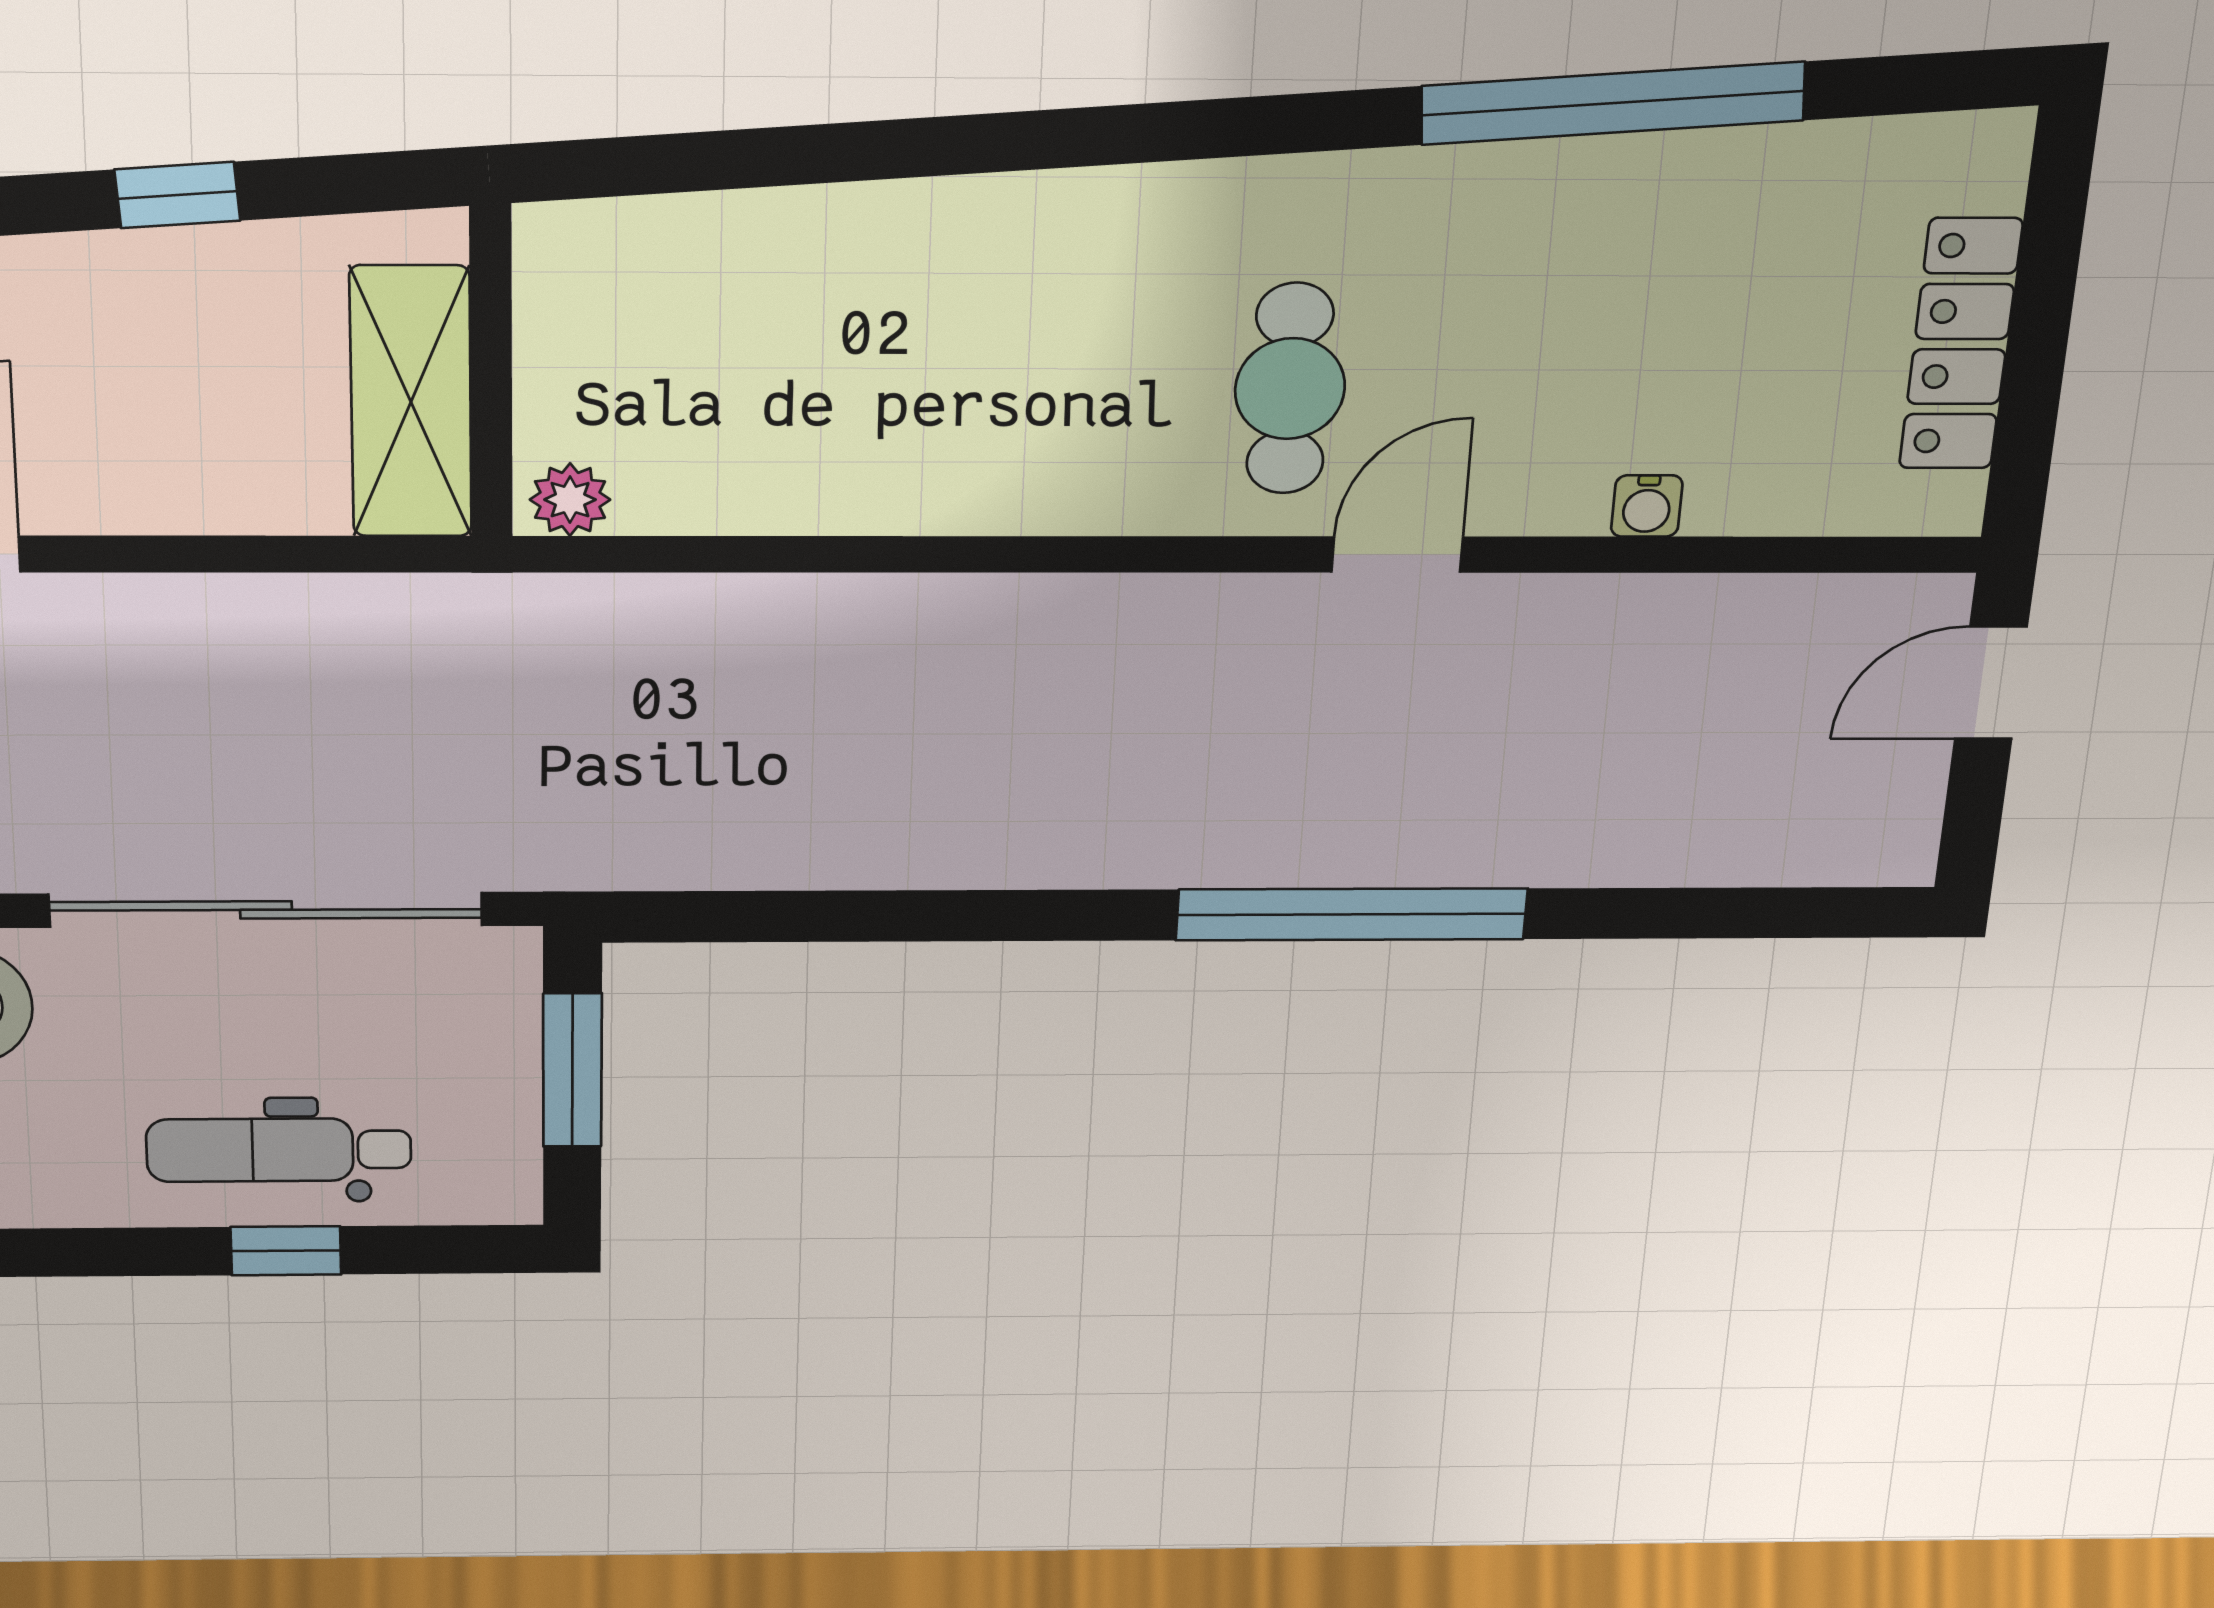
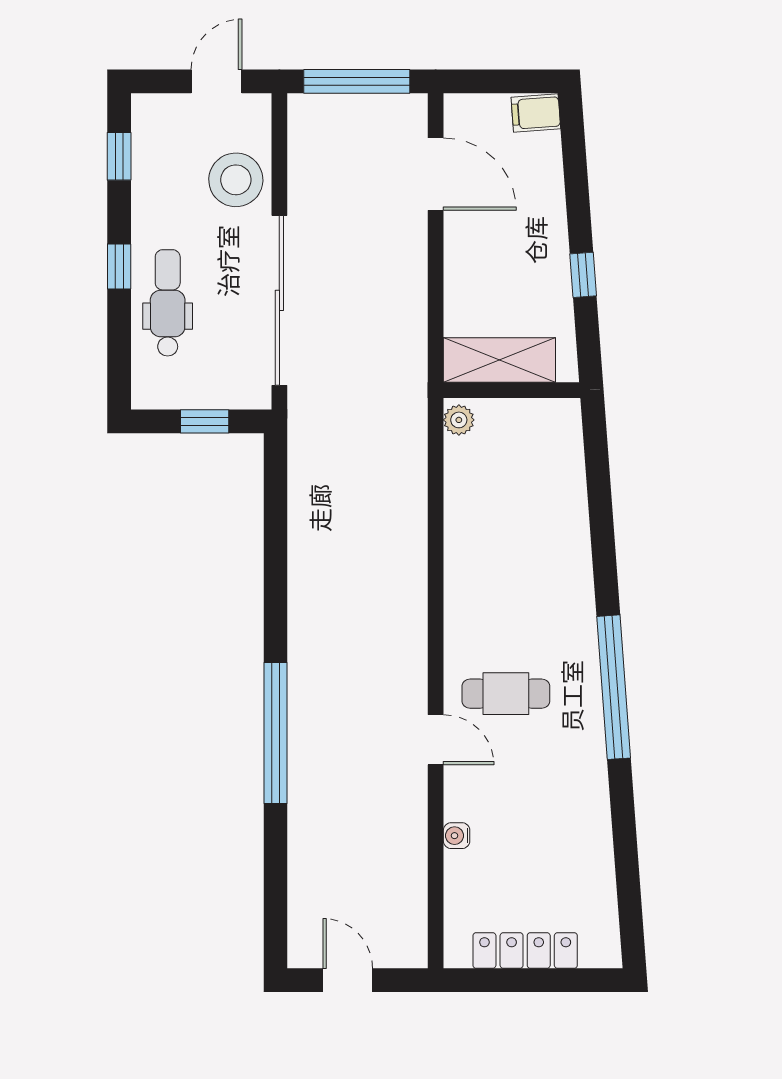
window: (1613, 103) -> (614, 687), moved
door: (1991, 683) -> (348, 980), moved
window: (572, 1070) -> (205, 421), width x0.67
window: (286, 1251) -> (119, 266), moved

